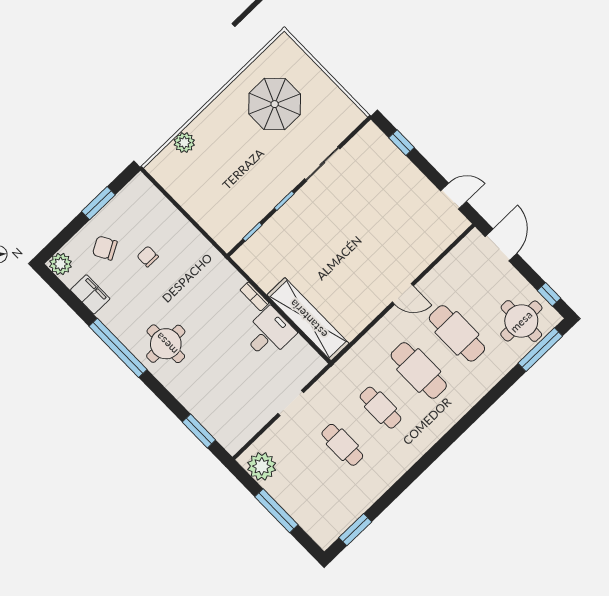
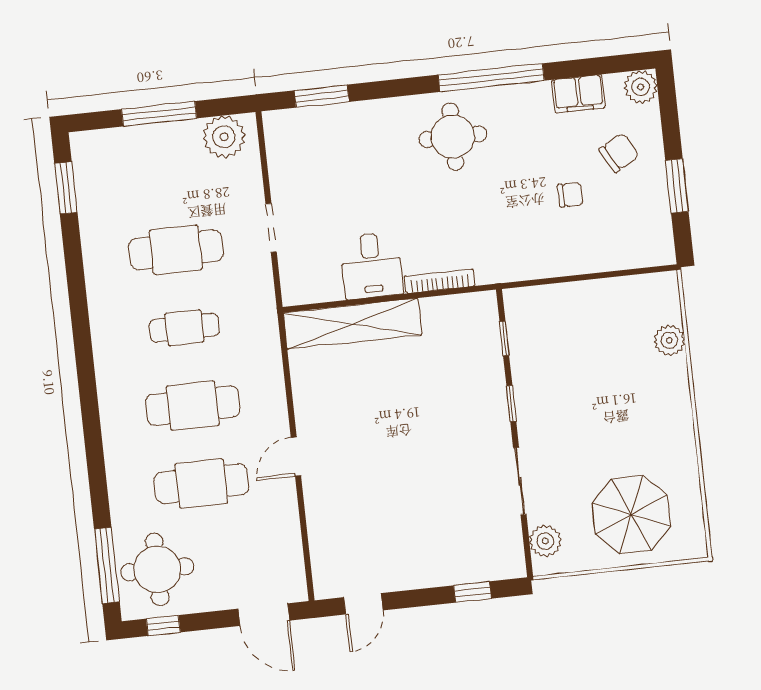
parasol: (275, 104) -> (631, 514), moved
plant: (344, 125) -> (545, 541), added
bookcase: (255, 296) -> (440, 281), width x1.56
cafe table: (342, 445) -> (176, 250), width x1.37, depth x1.35

